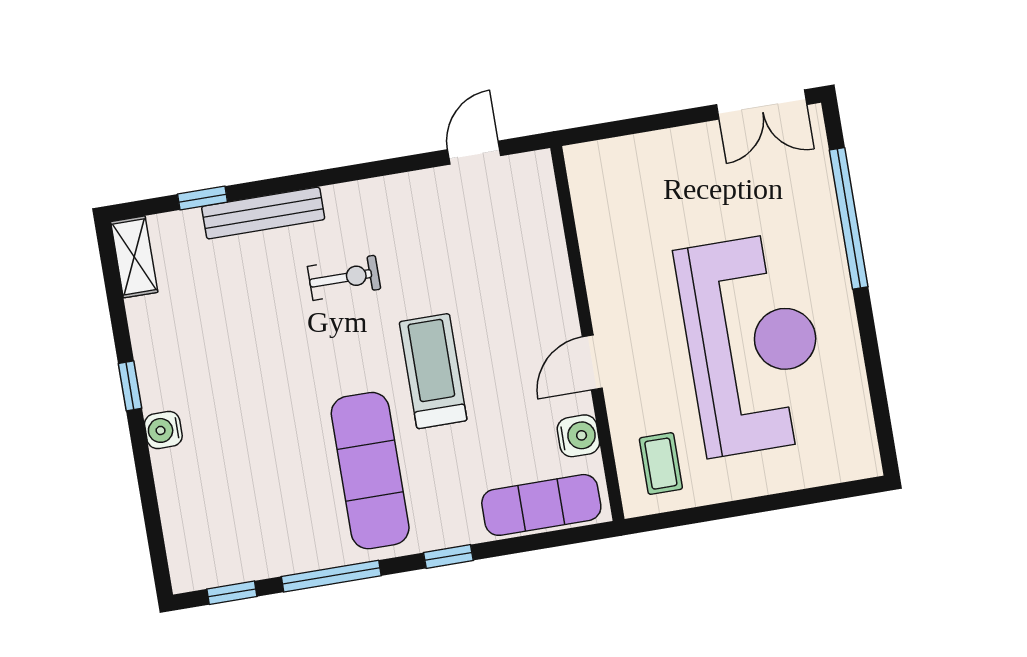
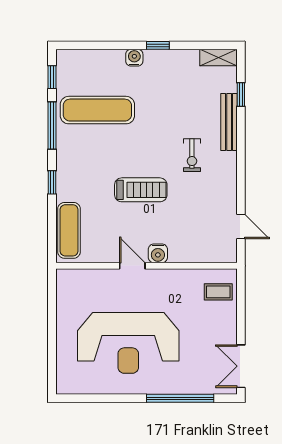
water cooler: (578, 436) -> (158, 253), moved
coffee table: (661, 464) -> (218, 292), moved
exercise mat: (370, 471) -> (97, 110), moved

